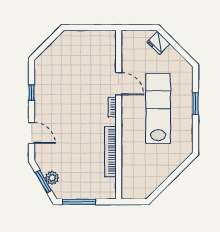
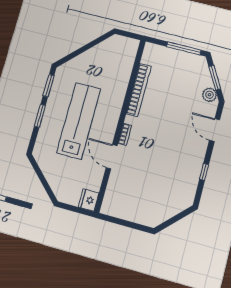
fridge: (158, 43) -> (89, 200), moved, turned -135
lab bench: (158, 108) -> (79, 121), turned 180
window: (196, 134) -> (49, 86), added
plant: (52, 178) -> (209, 95), moved

